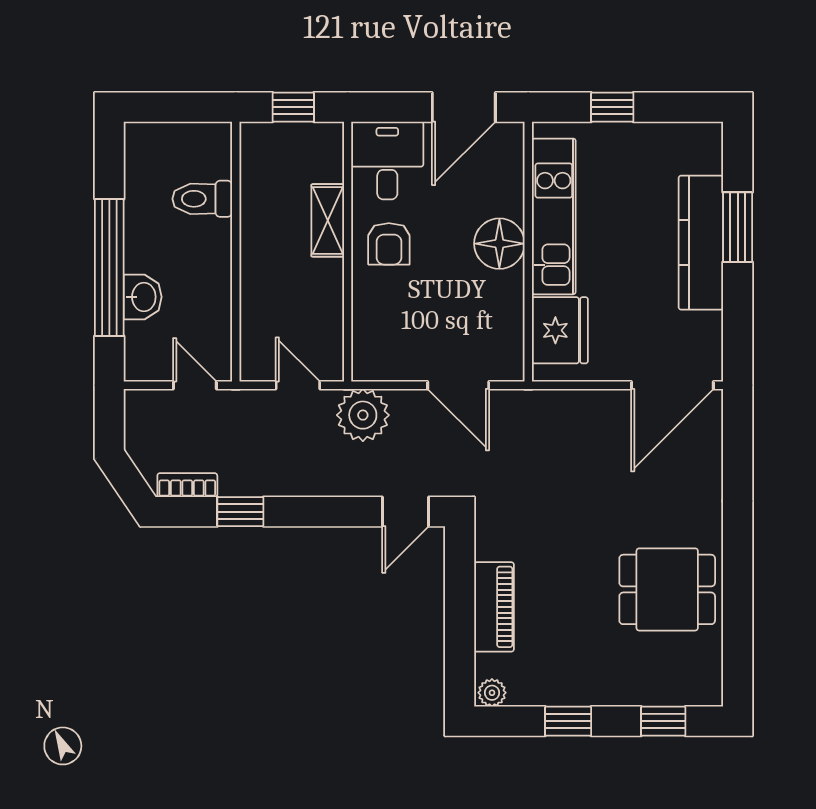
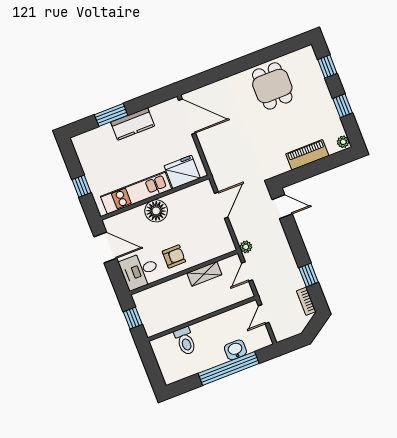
shelving: (328, 220) -> (204, 274), moved
kitchen counter: (701, 243) -> (133, 124), width x0.67
plant: (363, 415) -> (246, 247), width x0.53, depth x0.53

